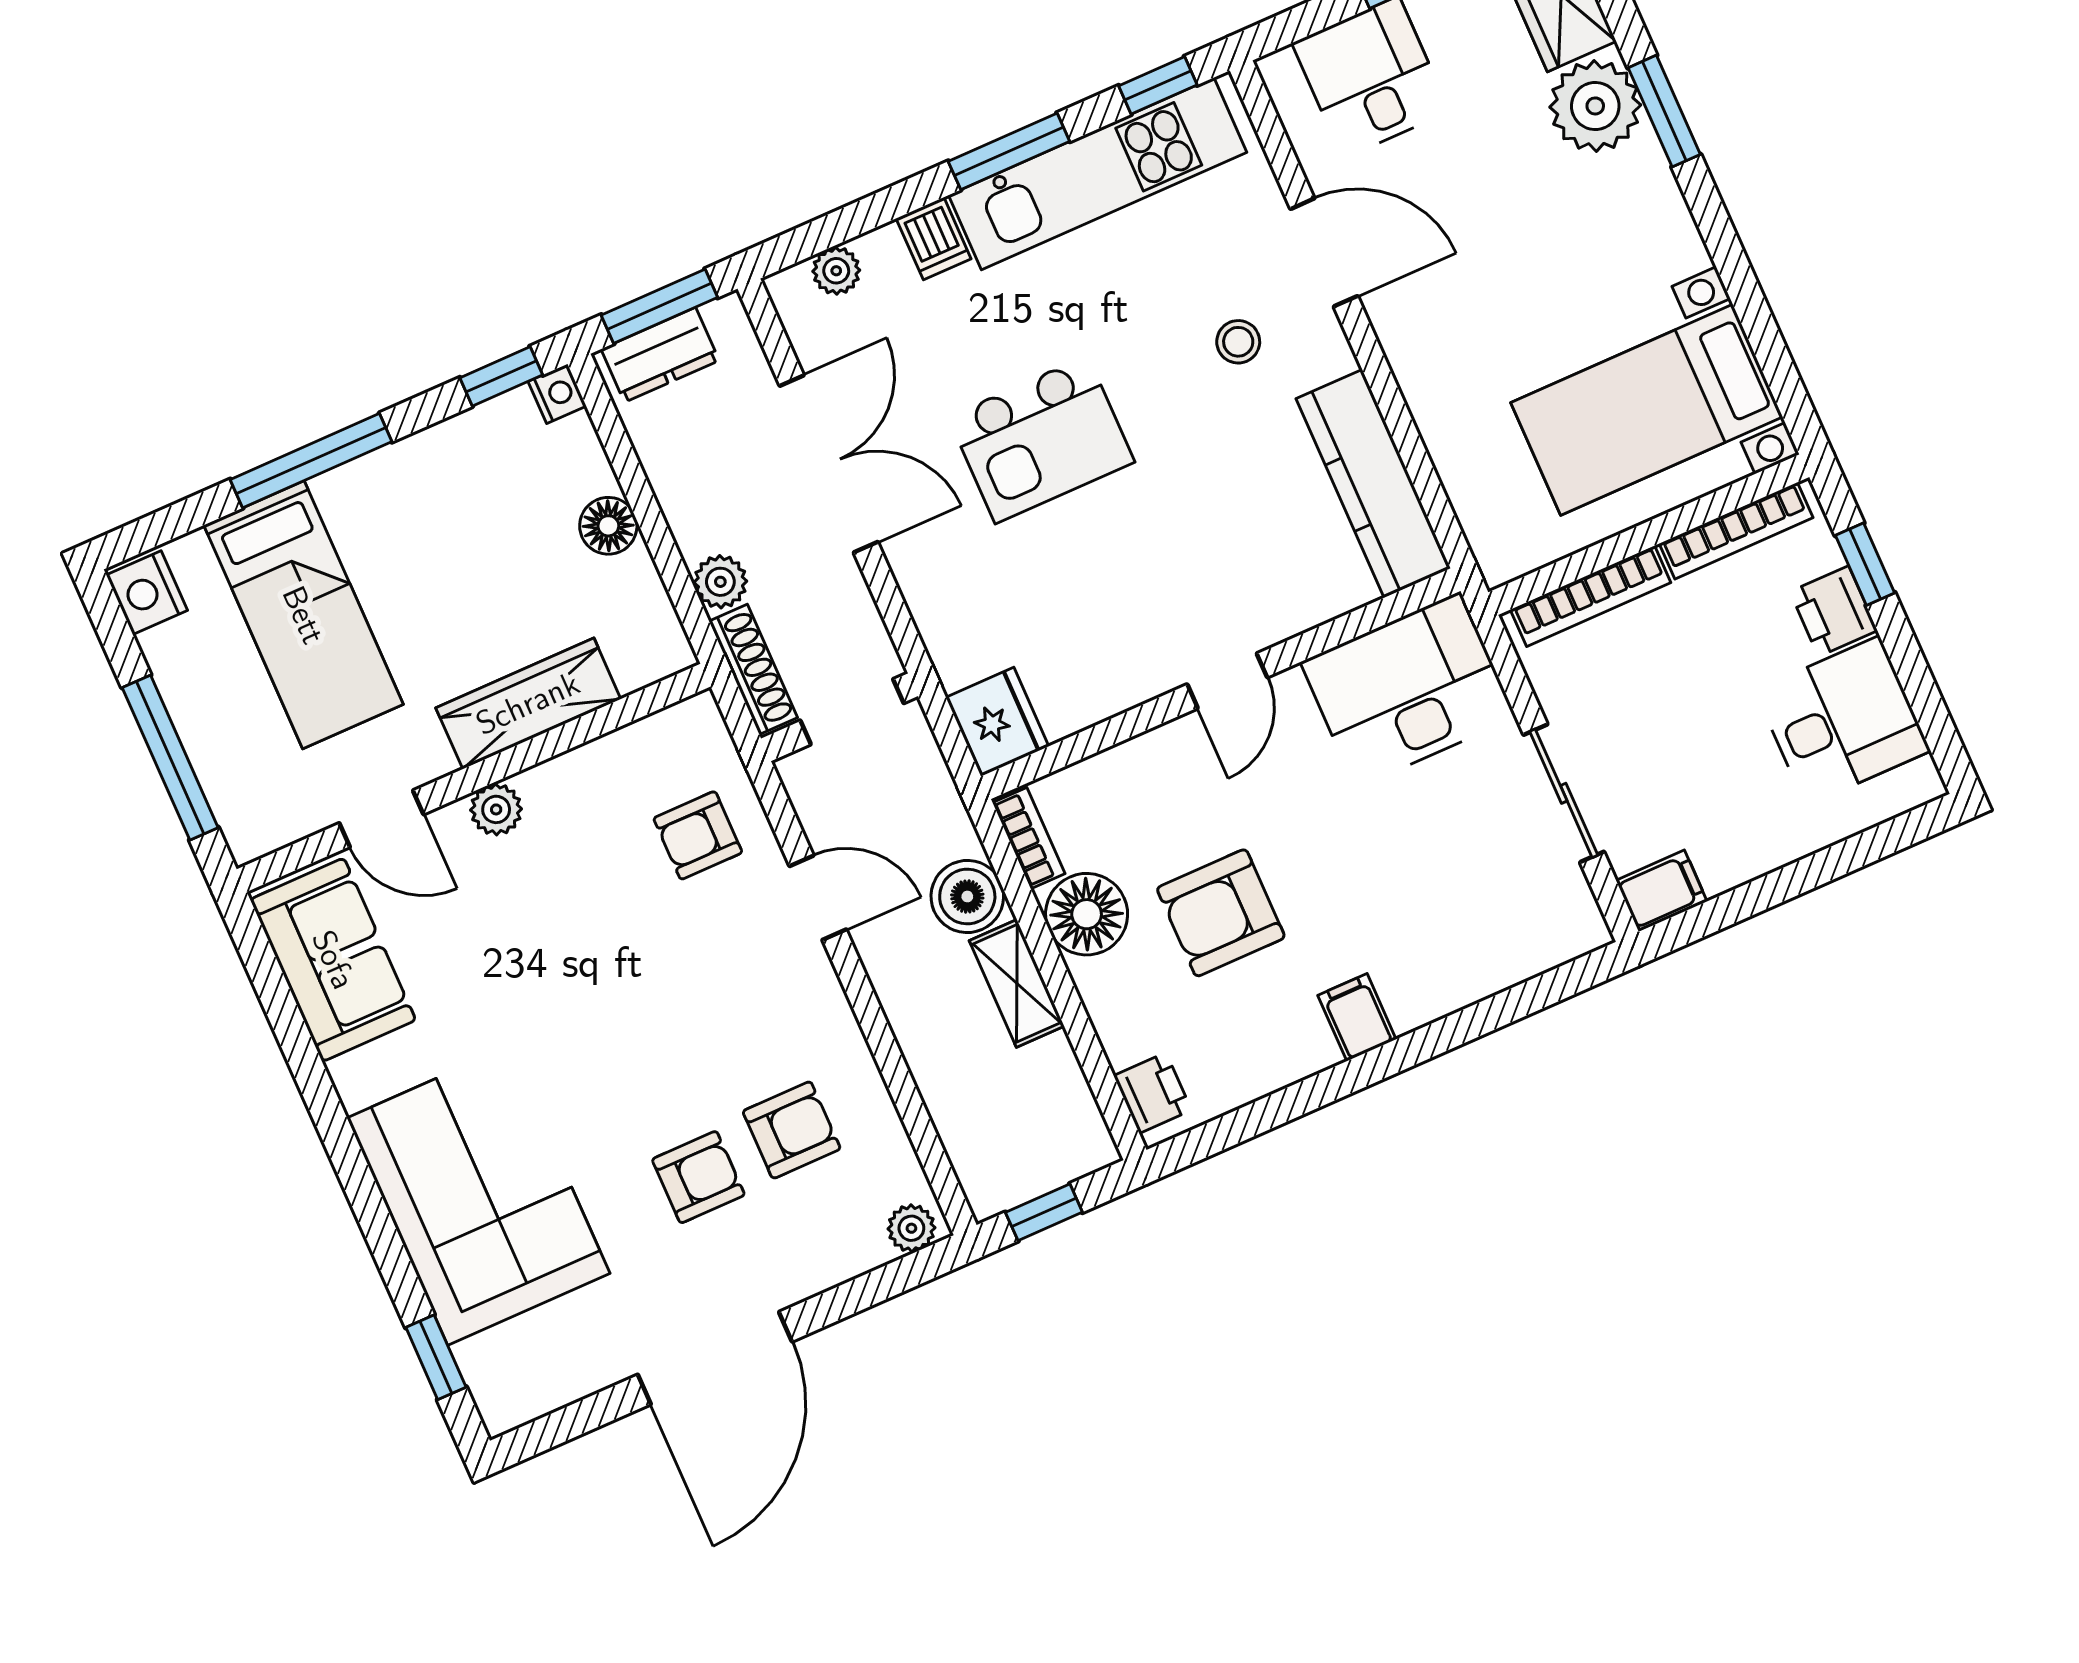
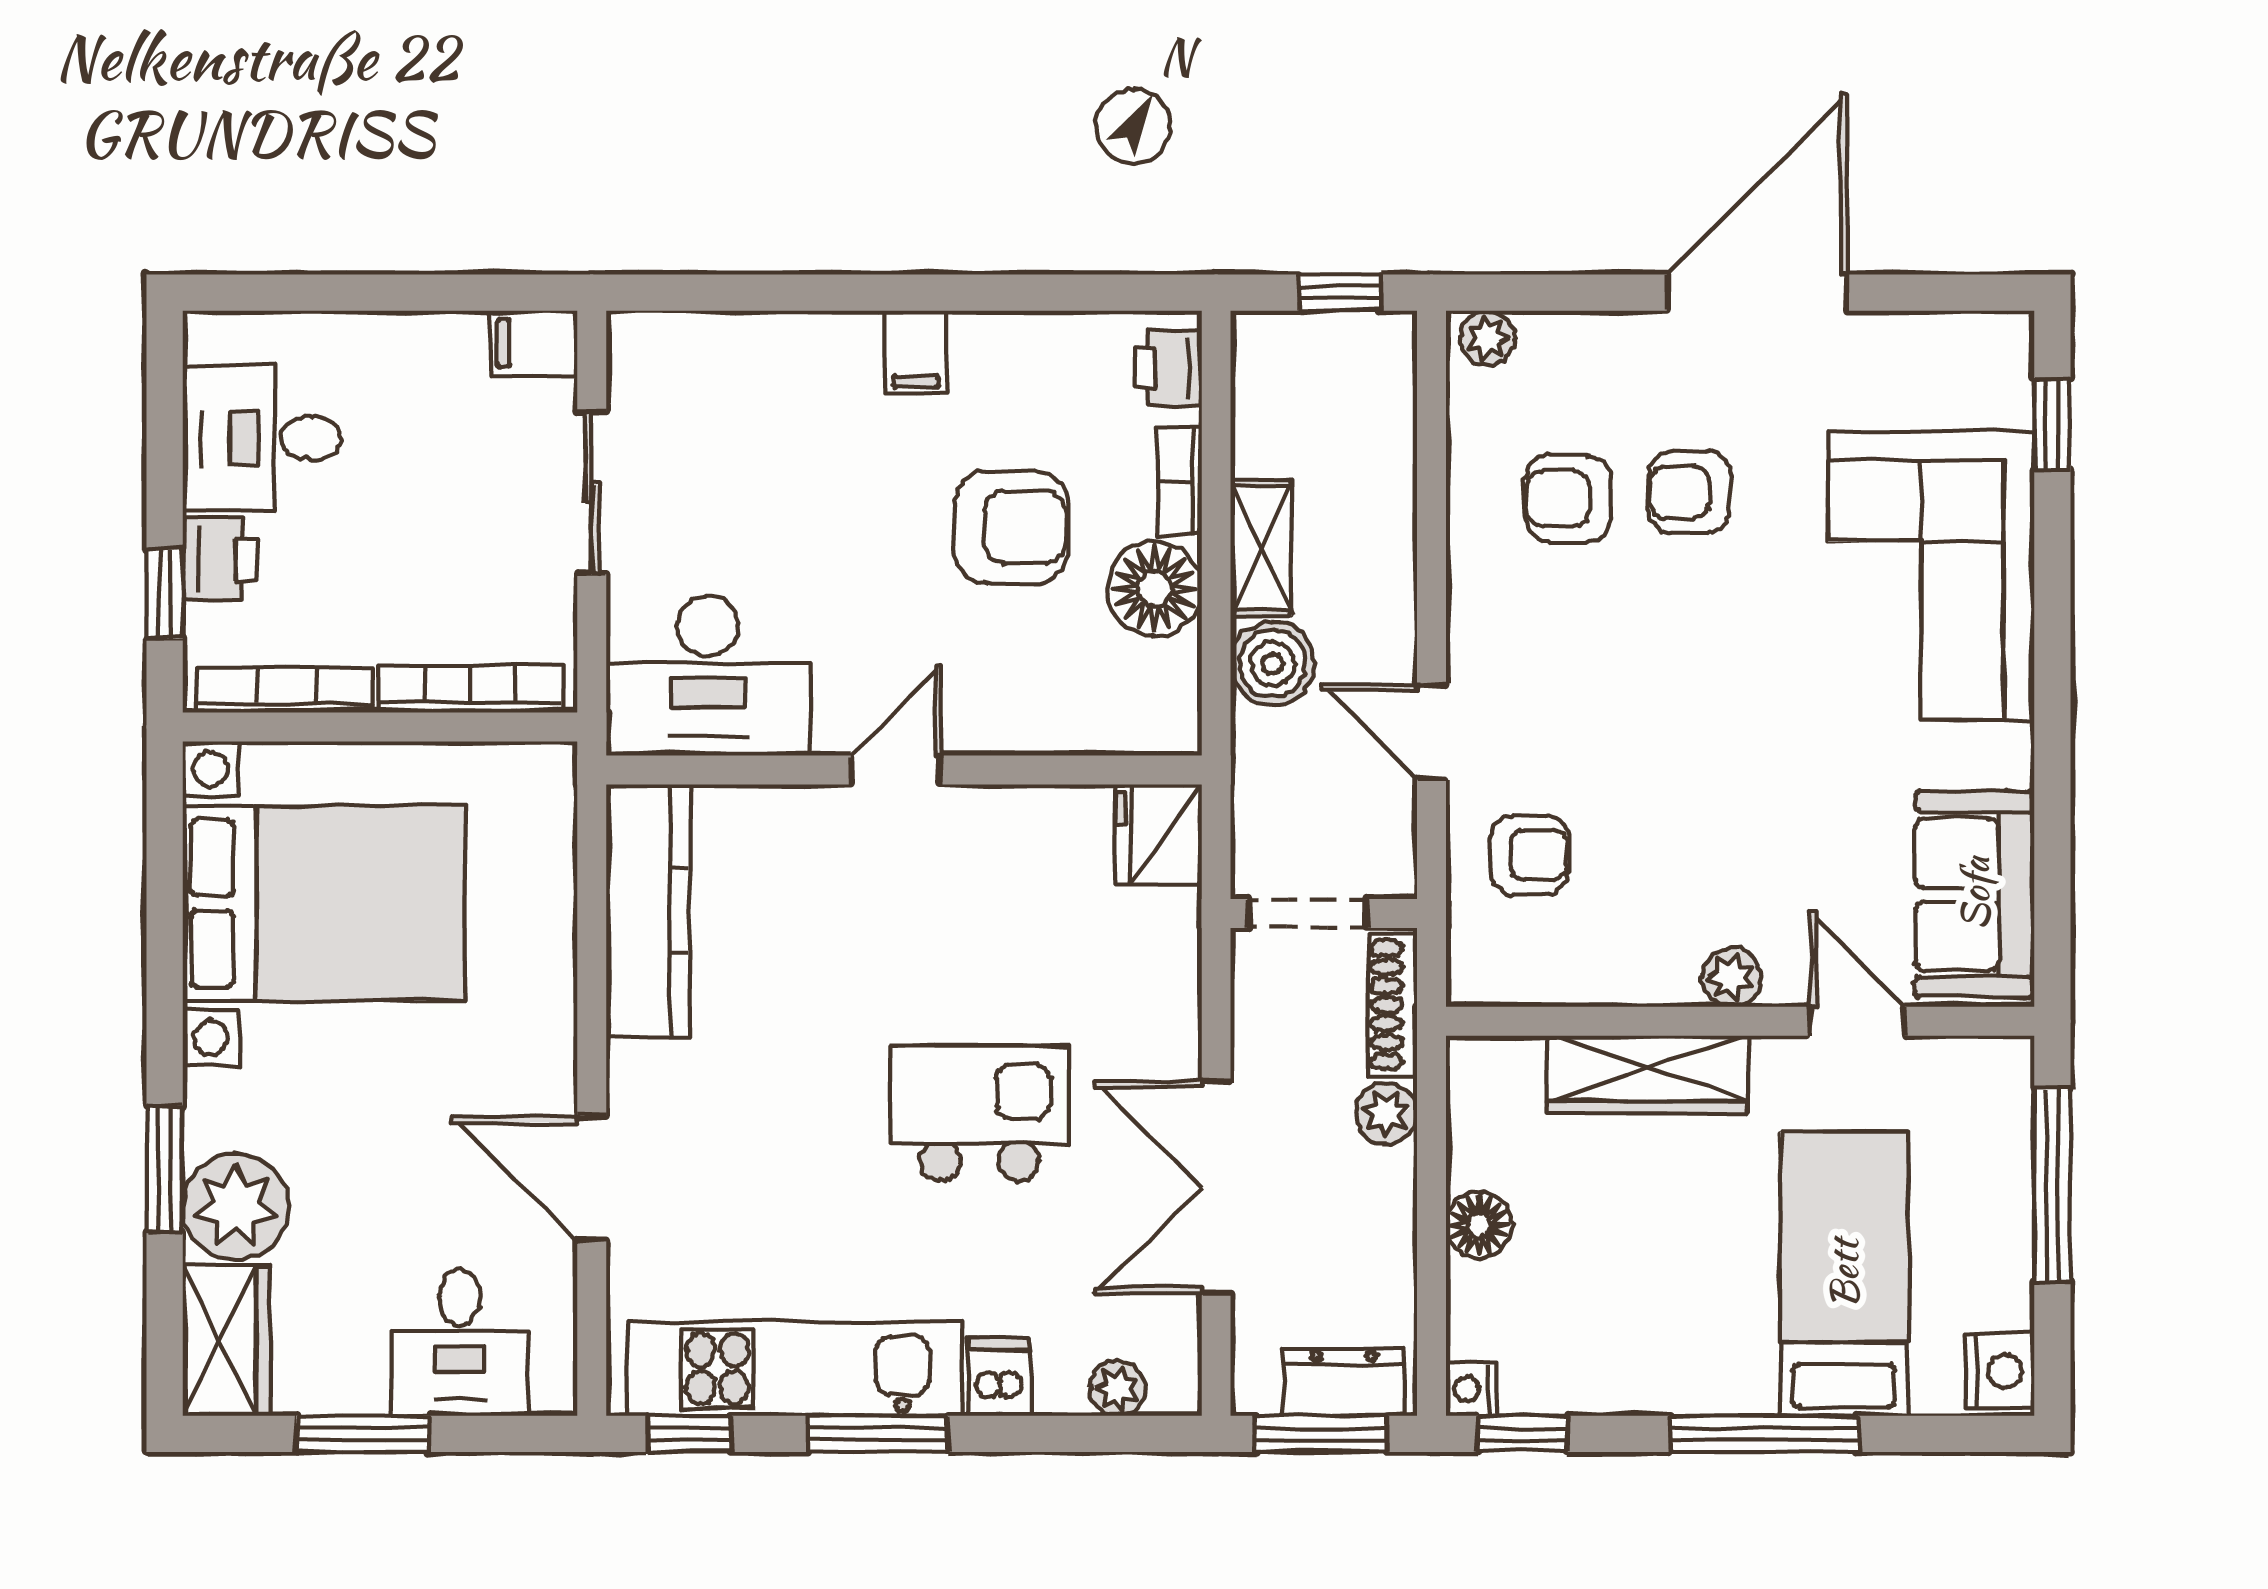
stool: (1238, 342) -> (725, 1124), removed
bed with nightstands: (1647, 410) -> (323, 903), width x1.36
bookcase: (1029, 838) -> (1180, 481), moved

